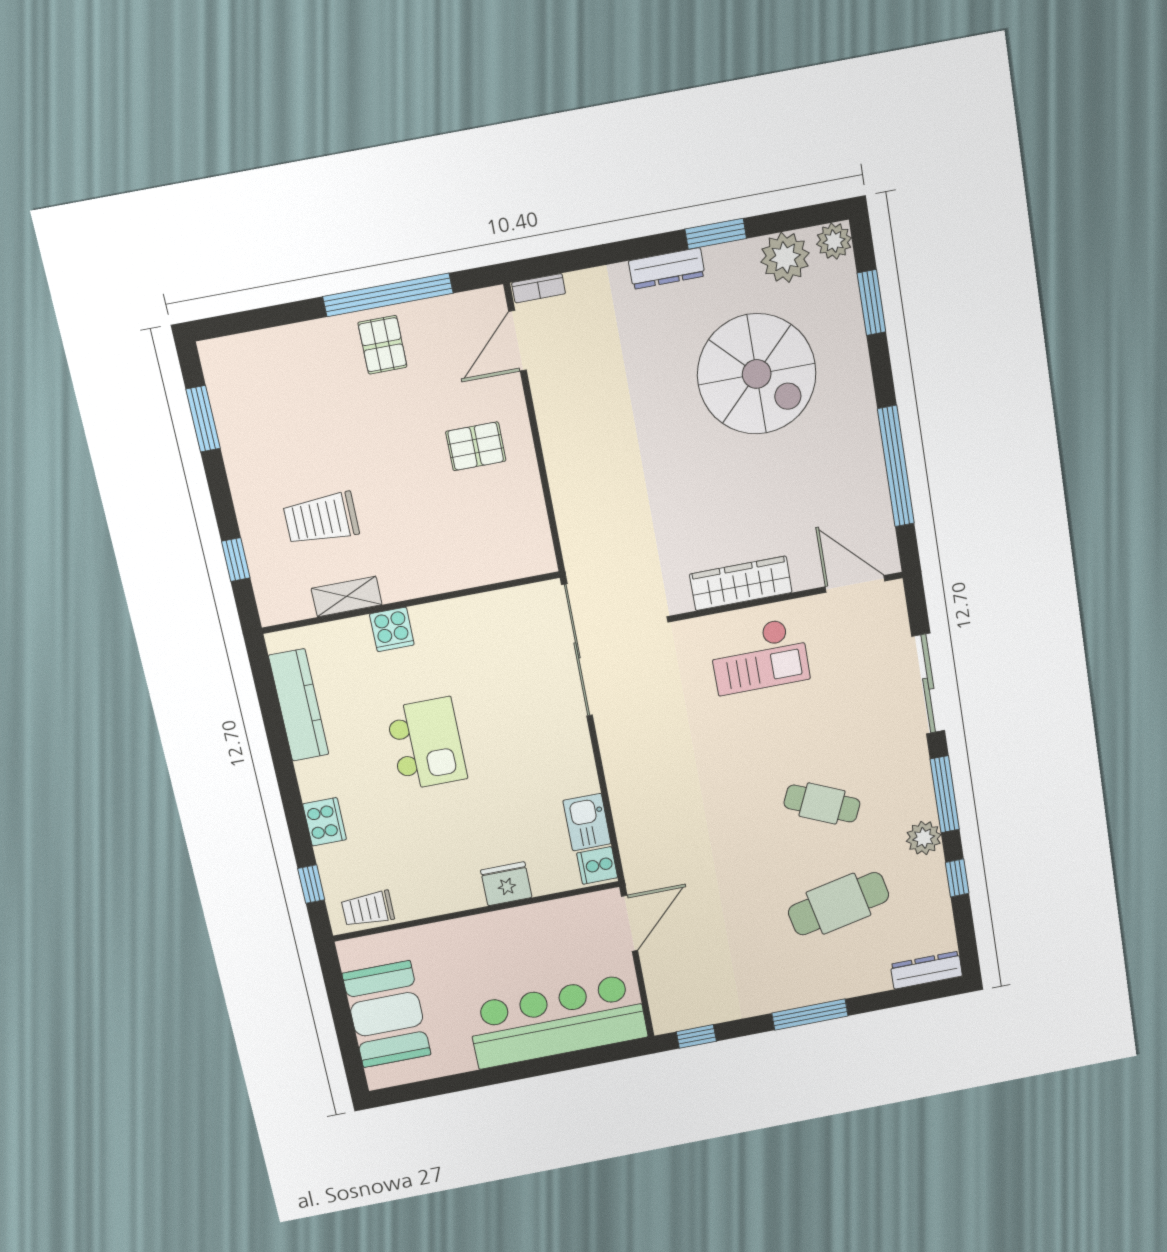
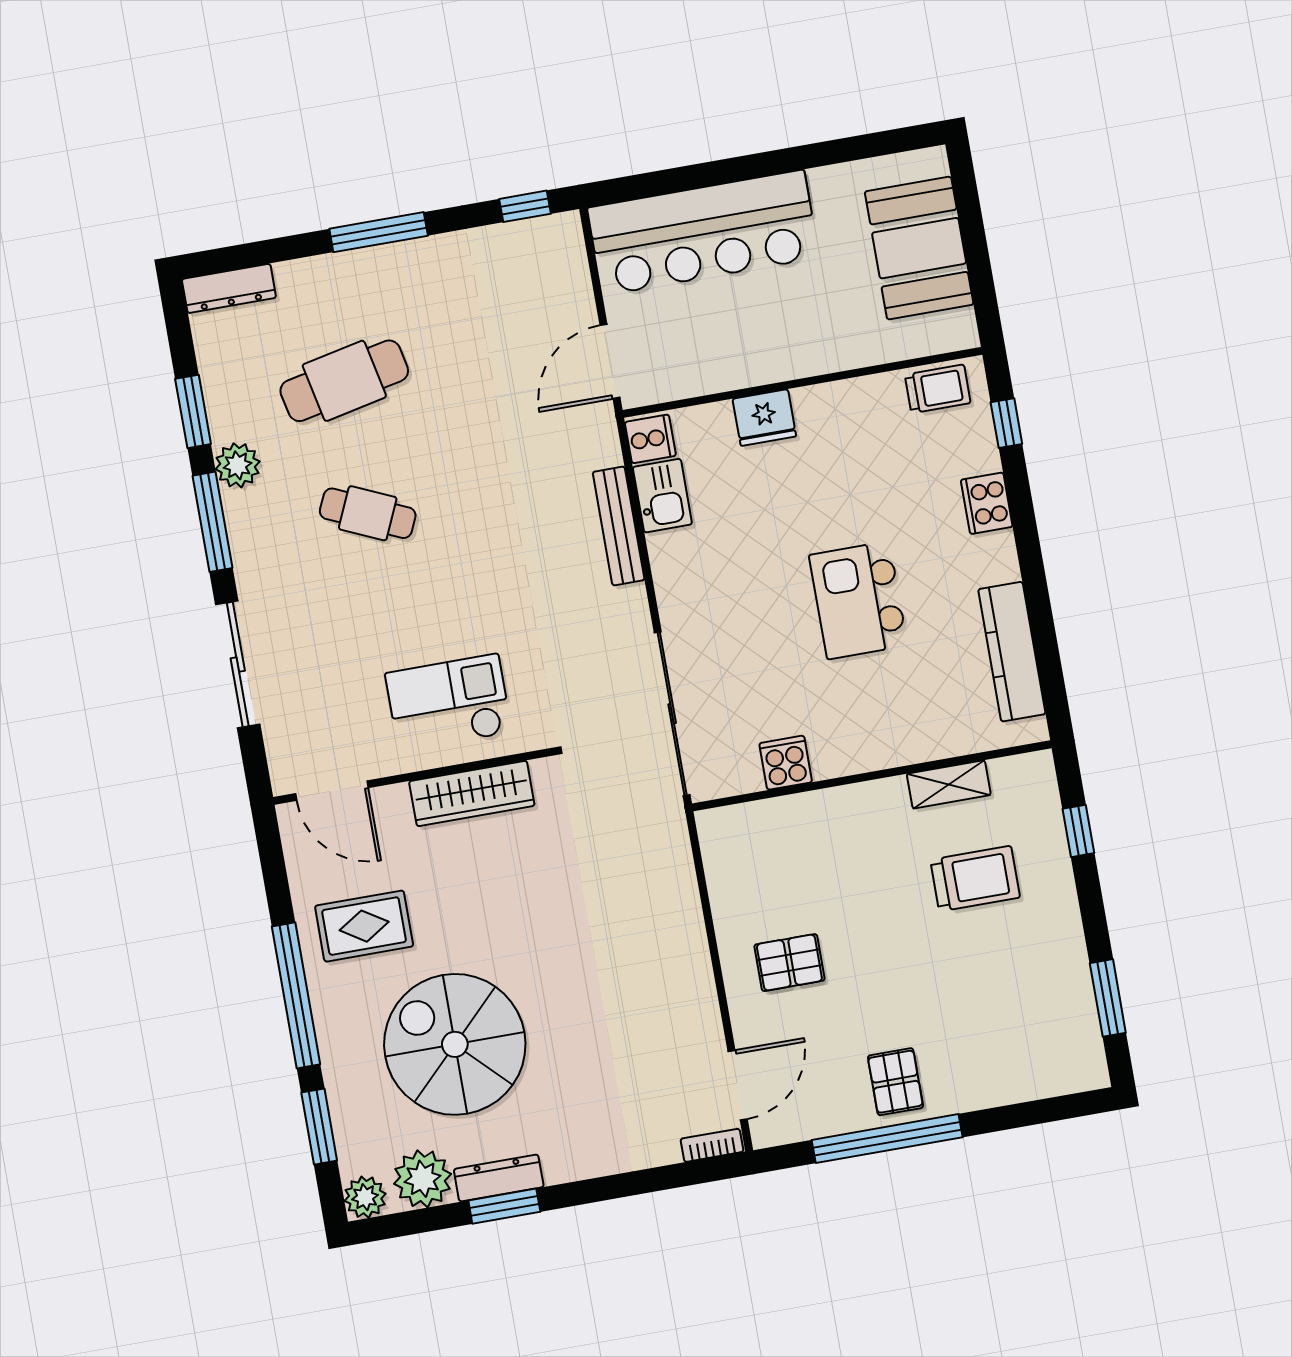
dresser: (667, 269) -> (499, 1178), moved
window: (896, 466) -> (296, 995), moved
rug: (831, 473) -> (364, 926), added
cooker: (392, 629) -> (786, 763), moved
bench: (622, 798) -> (619, 526), added
window: (957, 878) -> (193, 411), width x1.50

